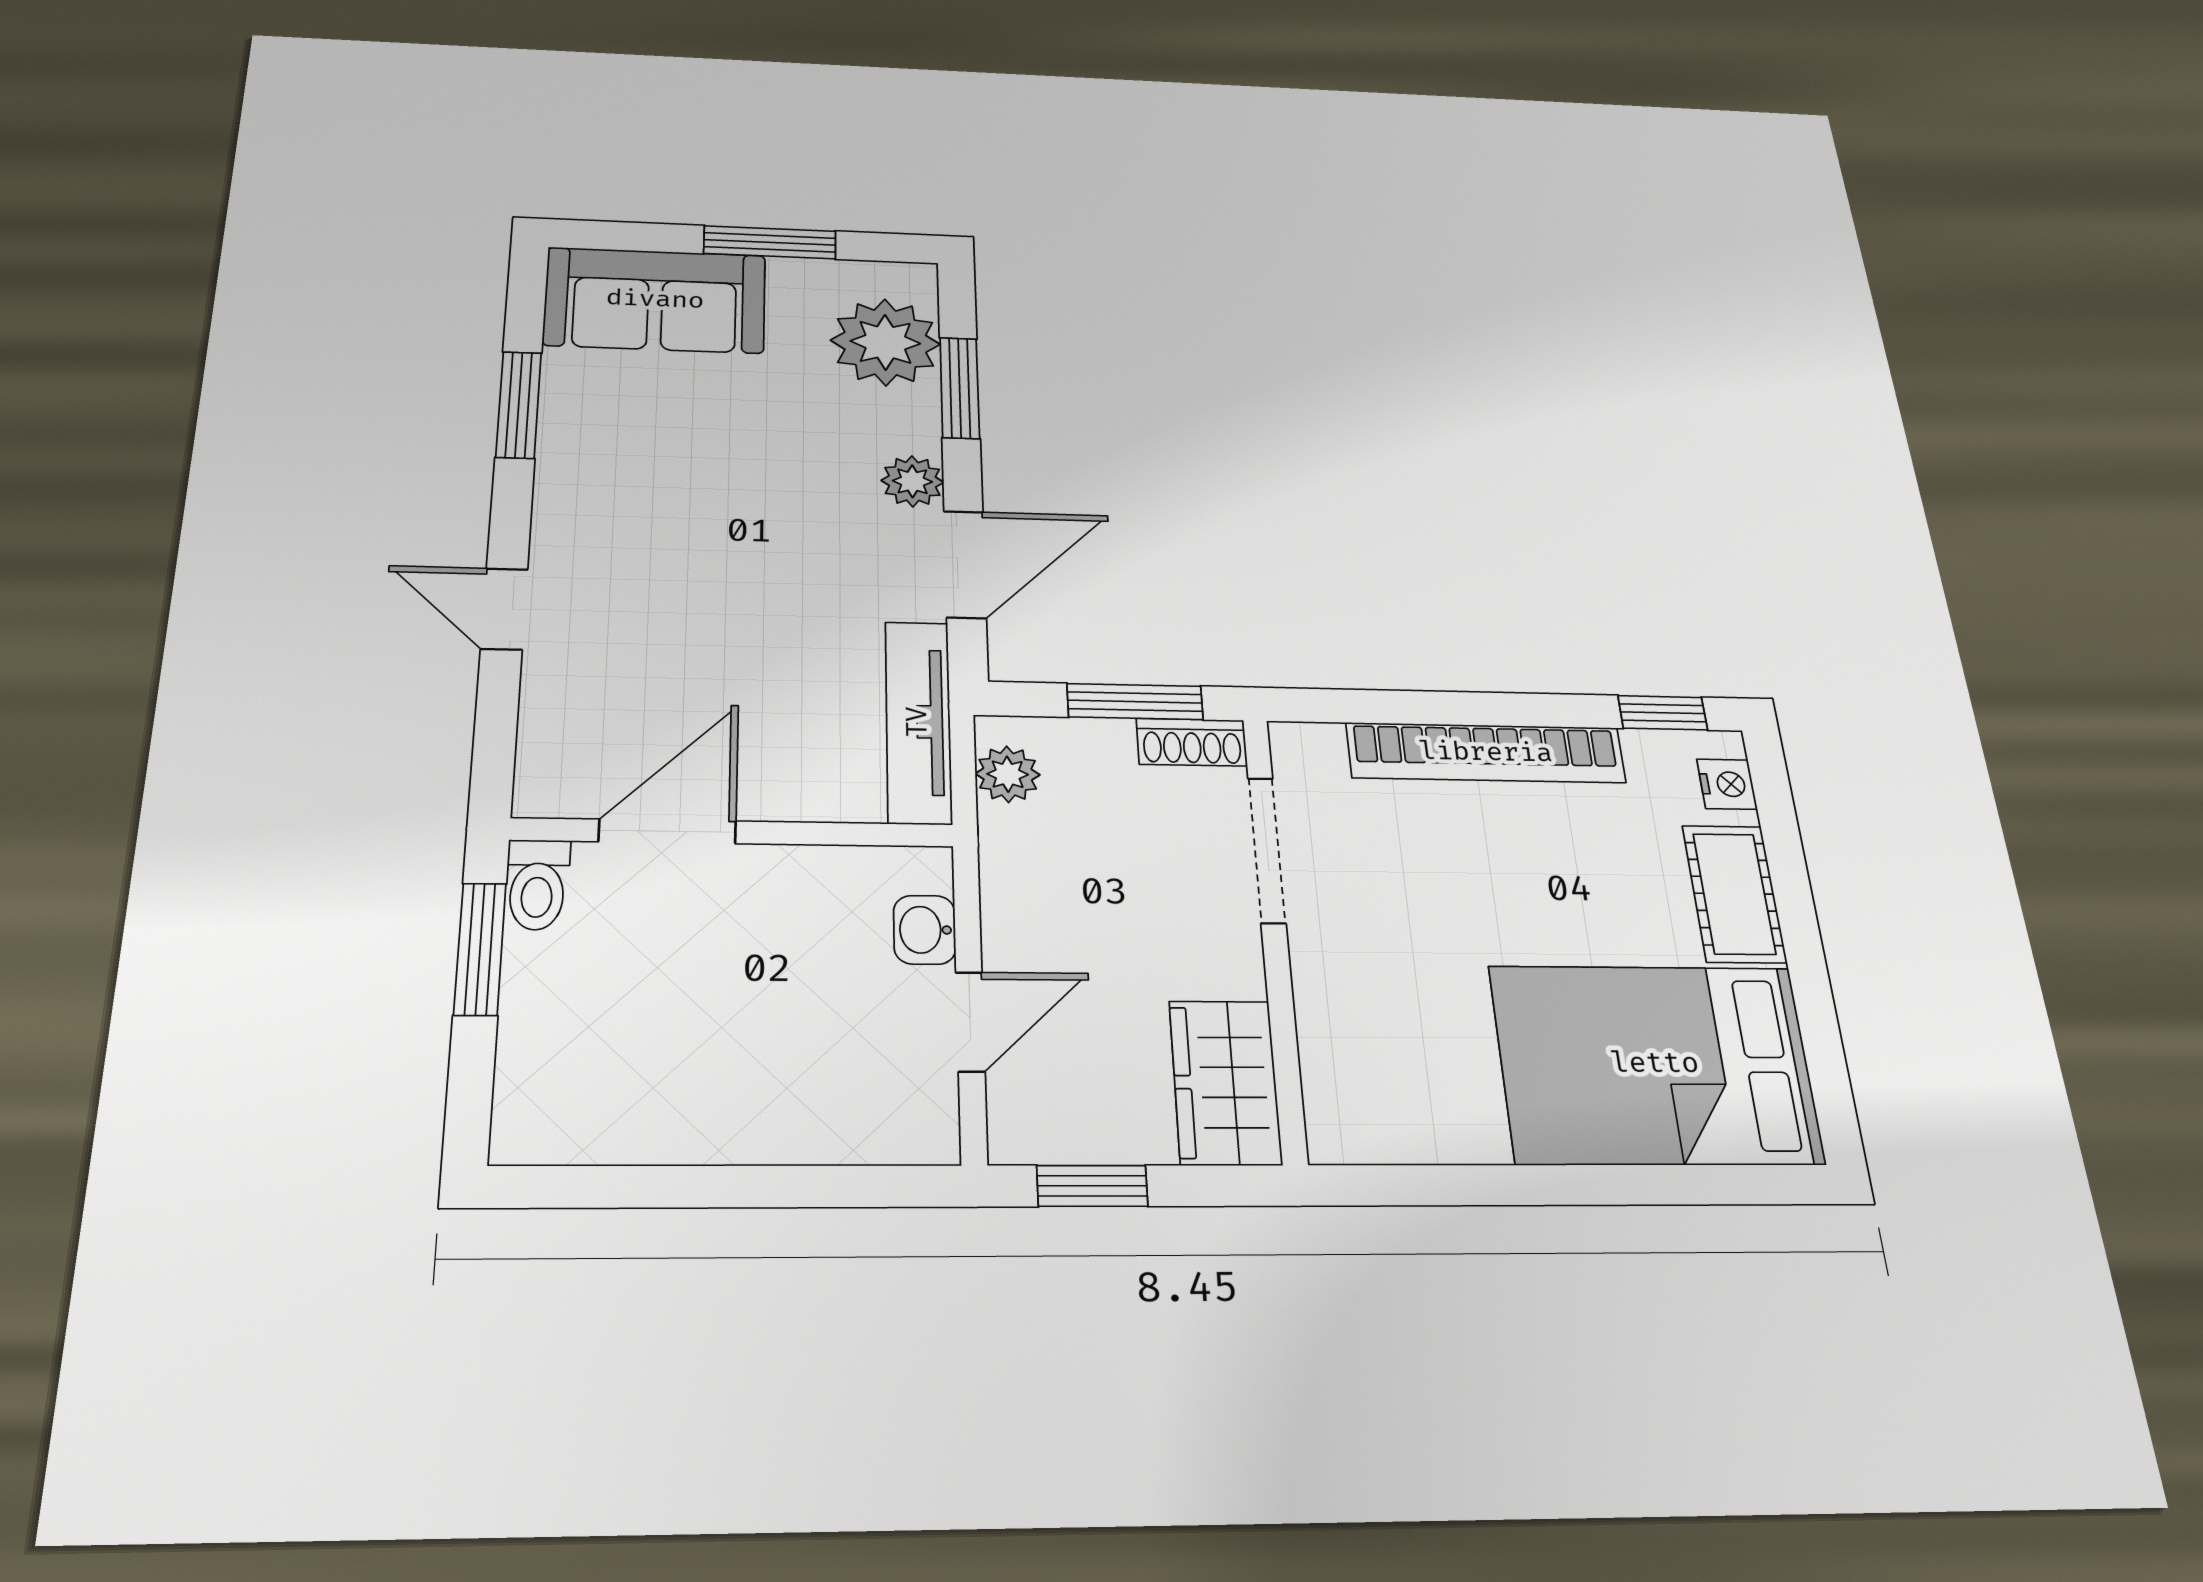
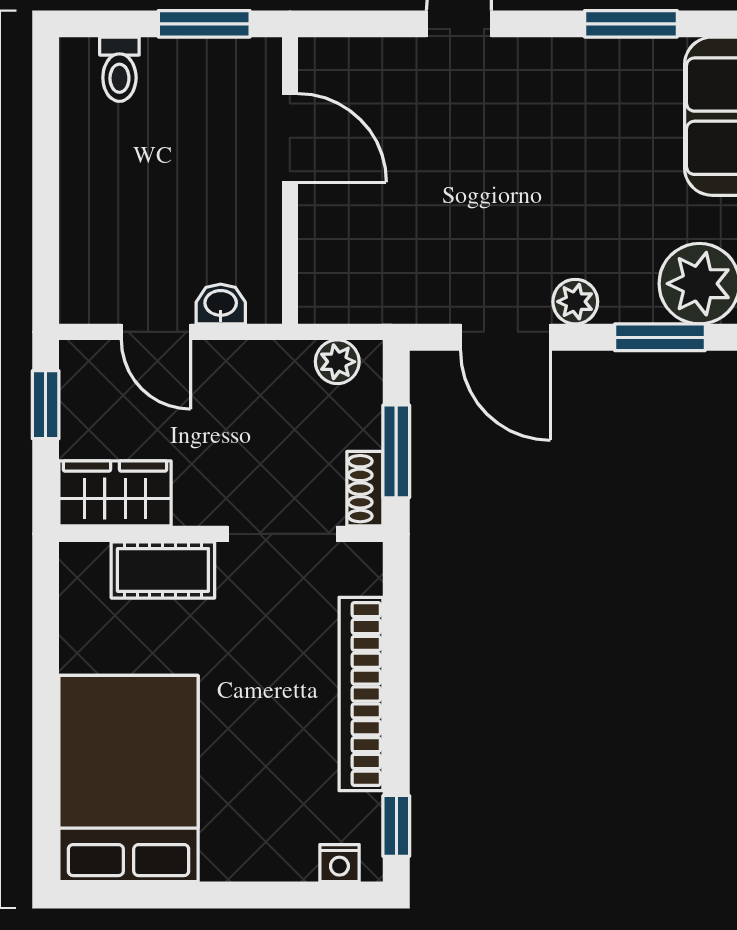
tv unit: (918, 722) -> (377, 303), removed
toilet: (537, 885) -> (119, 69), moved, turned -90
cot: (1734, 894) -> (163, 570), moved

